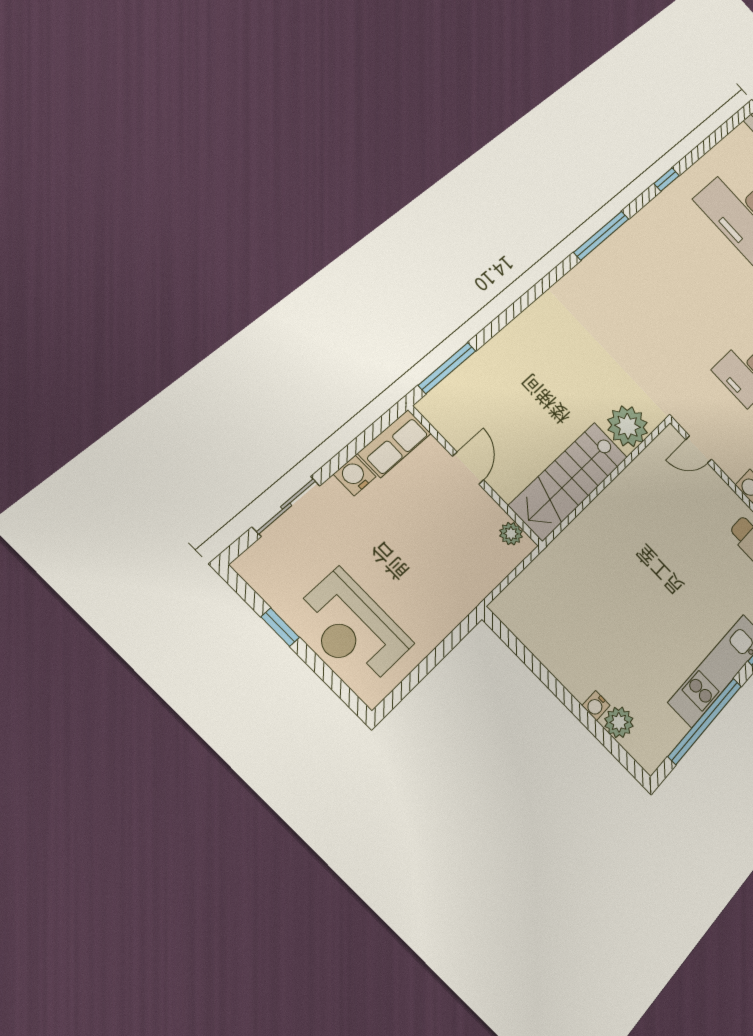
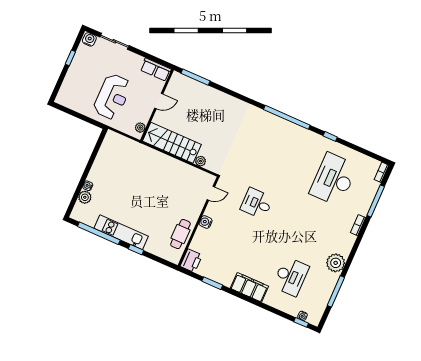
window: (601, 236) -> (287, 117), width x1.46
plant: (628, 426) -> (201, 161), width x0.53, depth x0.53
door: (699, 449) -> (211, 193), swing flipped
water cooler: (355, 475) -> (89, 39), moved
reception desk: (352, 628) -> (112, 97), moved, turned 180

